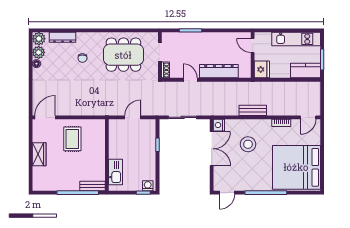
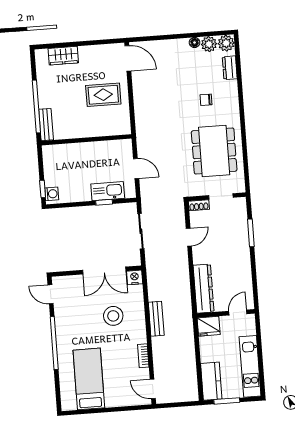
dresser: (63, 37) -> (230, 68), width x0.70
dresser: (219, 71) -> (204, 289), moved
wardrobe: (39, 154) -> (63, 56), moved
bed: (296, 167) -> (89, 379), width x0.49
kitchen sink: (116, 172) -> (108, 191), moved, turned 180

